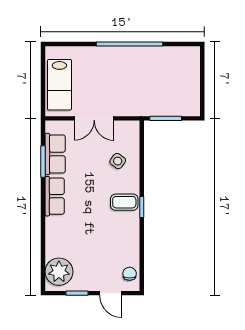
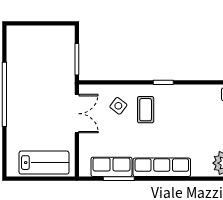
double door: (94, 118) -> (77, 114), moved
row of seats: (55, 196) -> (162, 167), width x1.48
coffee table: (124, 202) -> (146, 110), moved

